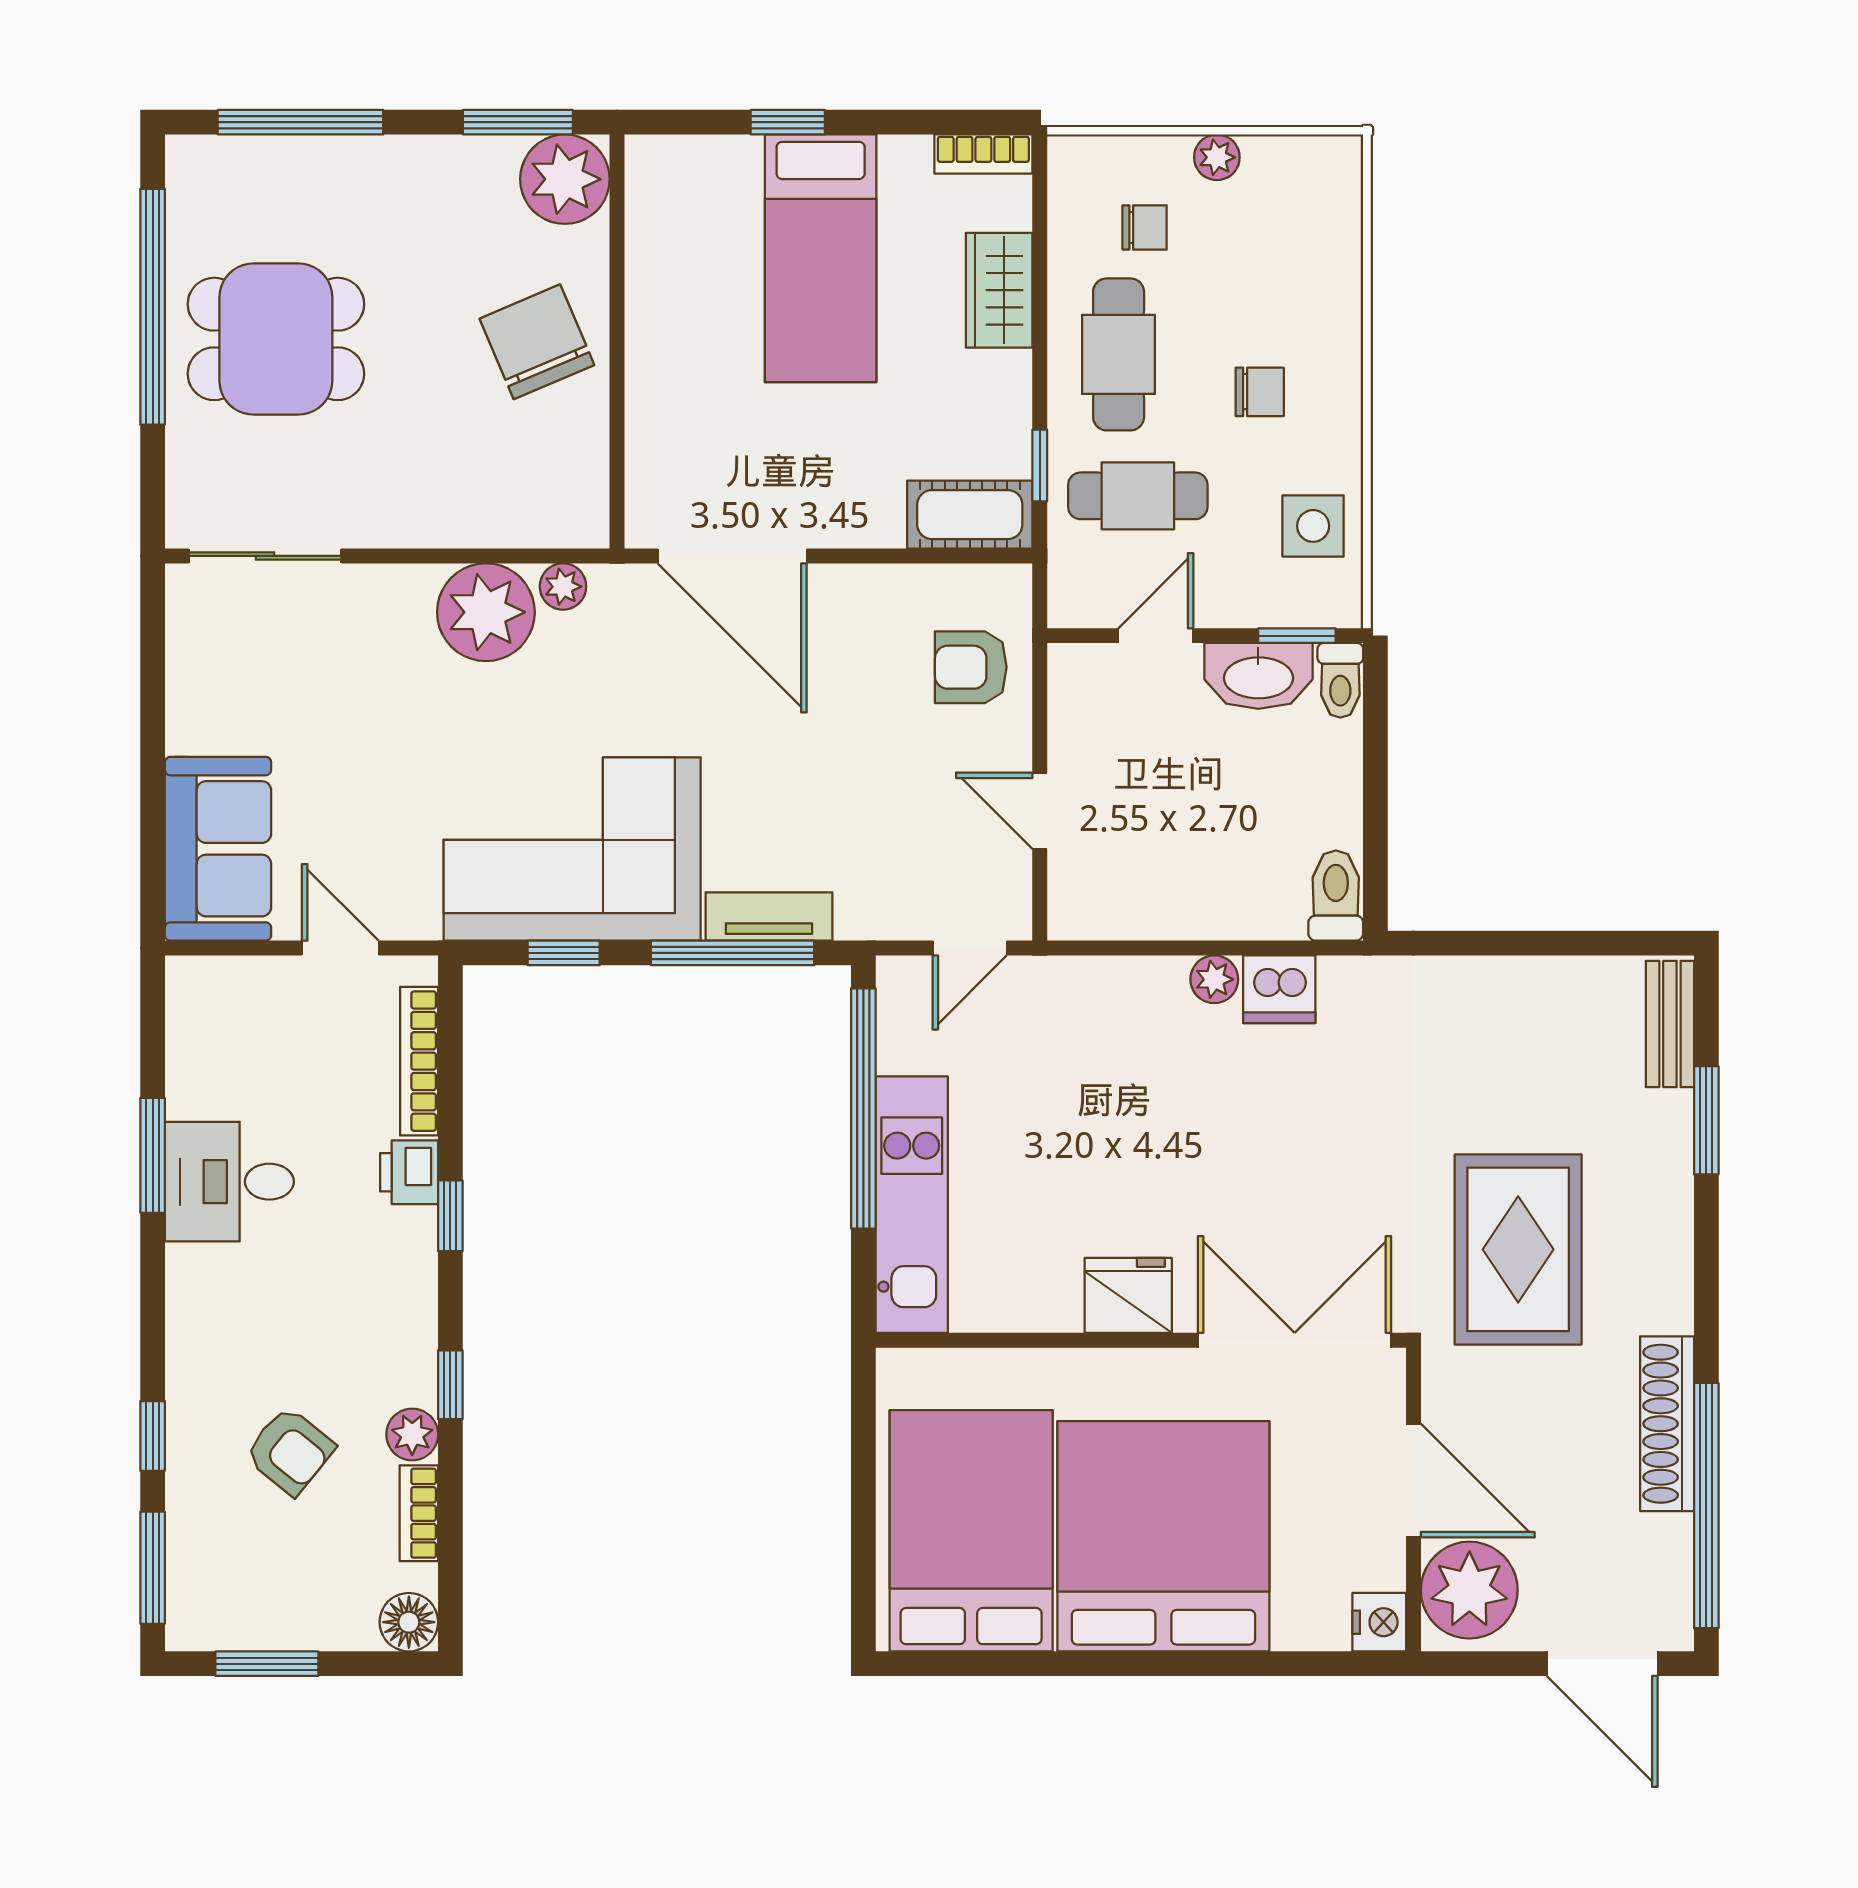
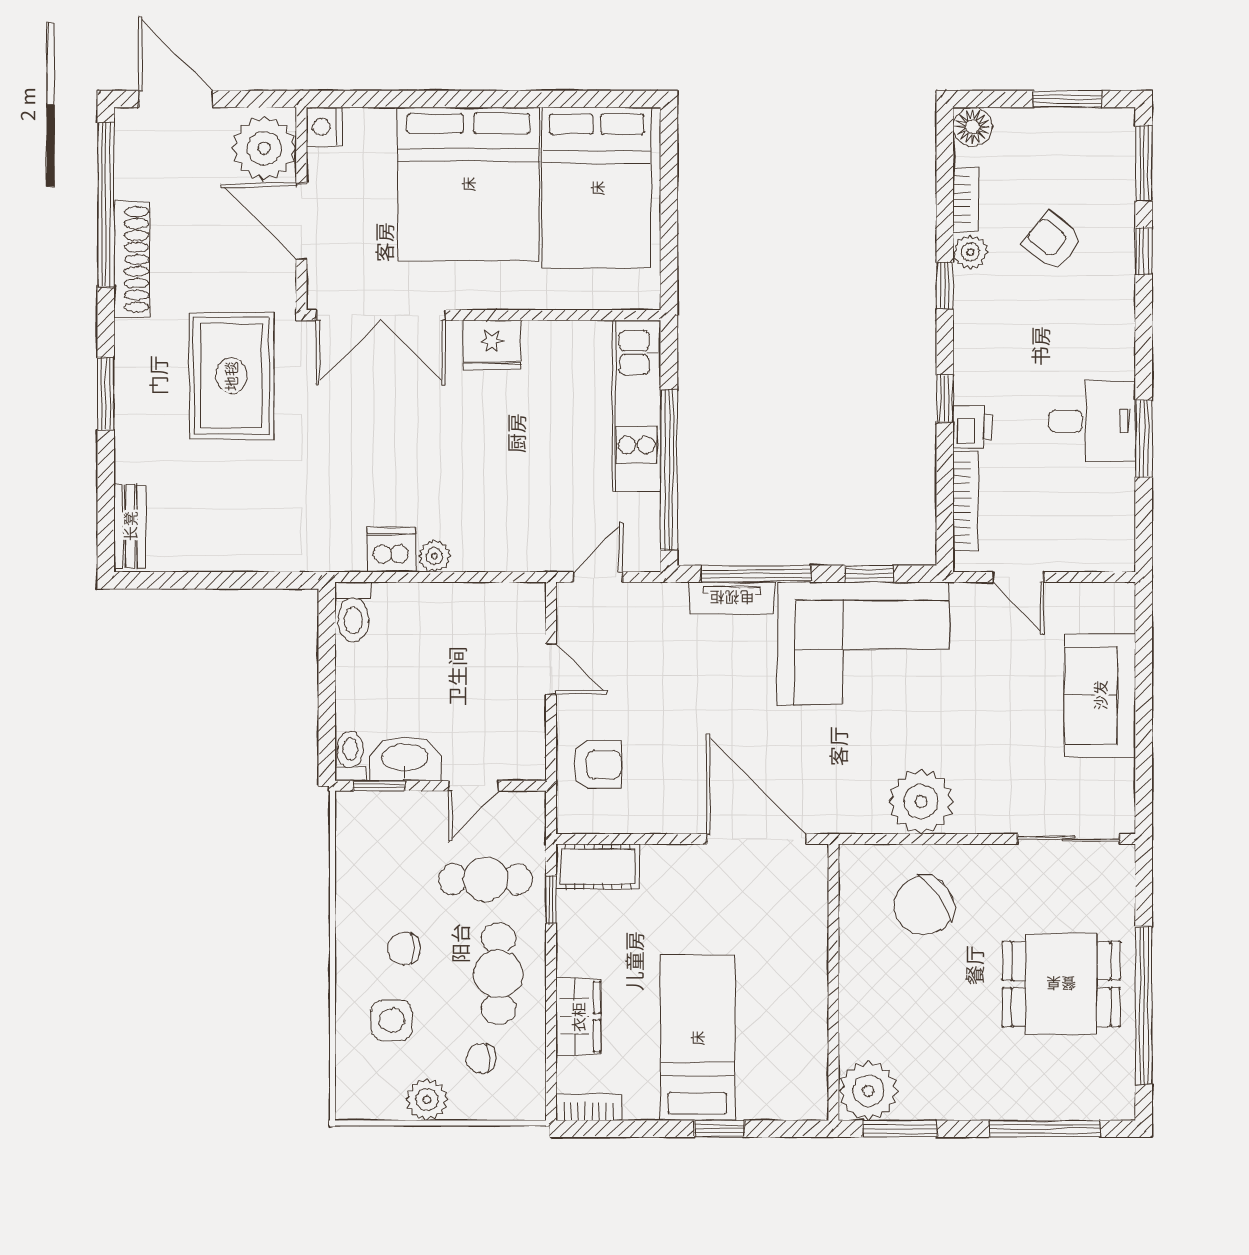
plant: (1217, 157) -> (427, 1100), width x1.38, depth x1.38
chair: (537, 342) -> (924, 906), moved, turned 78
side table: (1313, 526) -> (392, 1020), moved
plant: (563, 587) -> (870, 819), removed
sofa: (218, 849) -> (1100, 695), moved
window: (1706, 1120) -> (106, 394), moved

